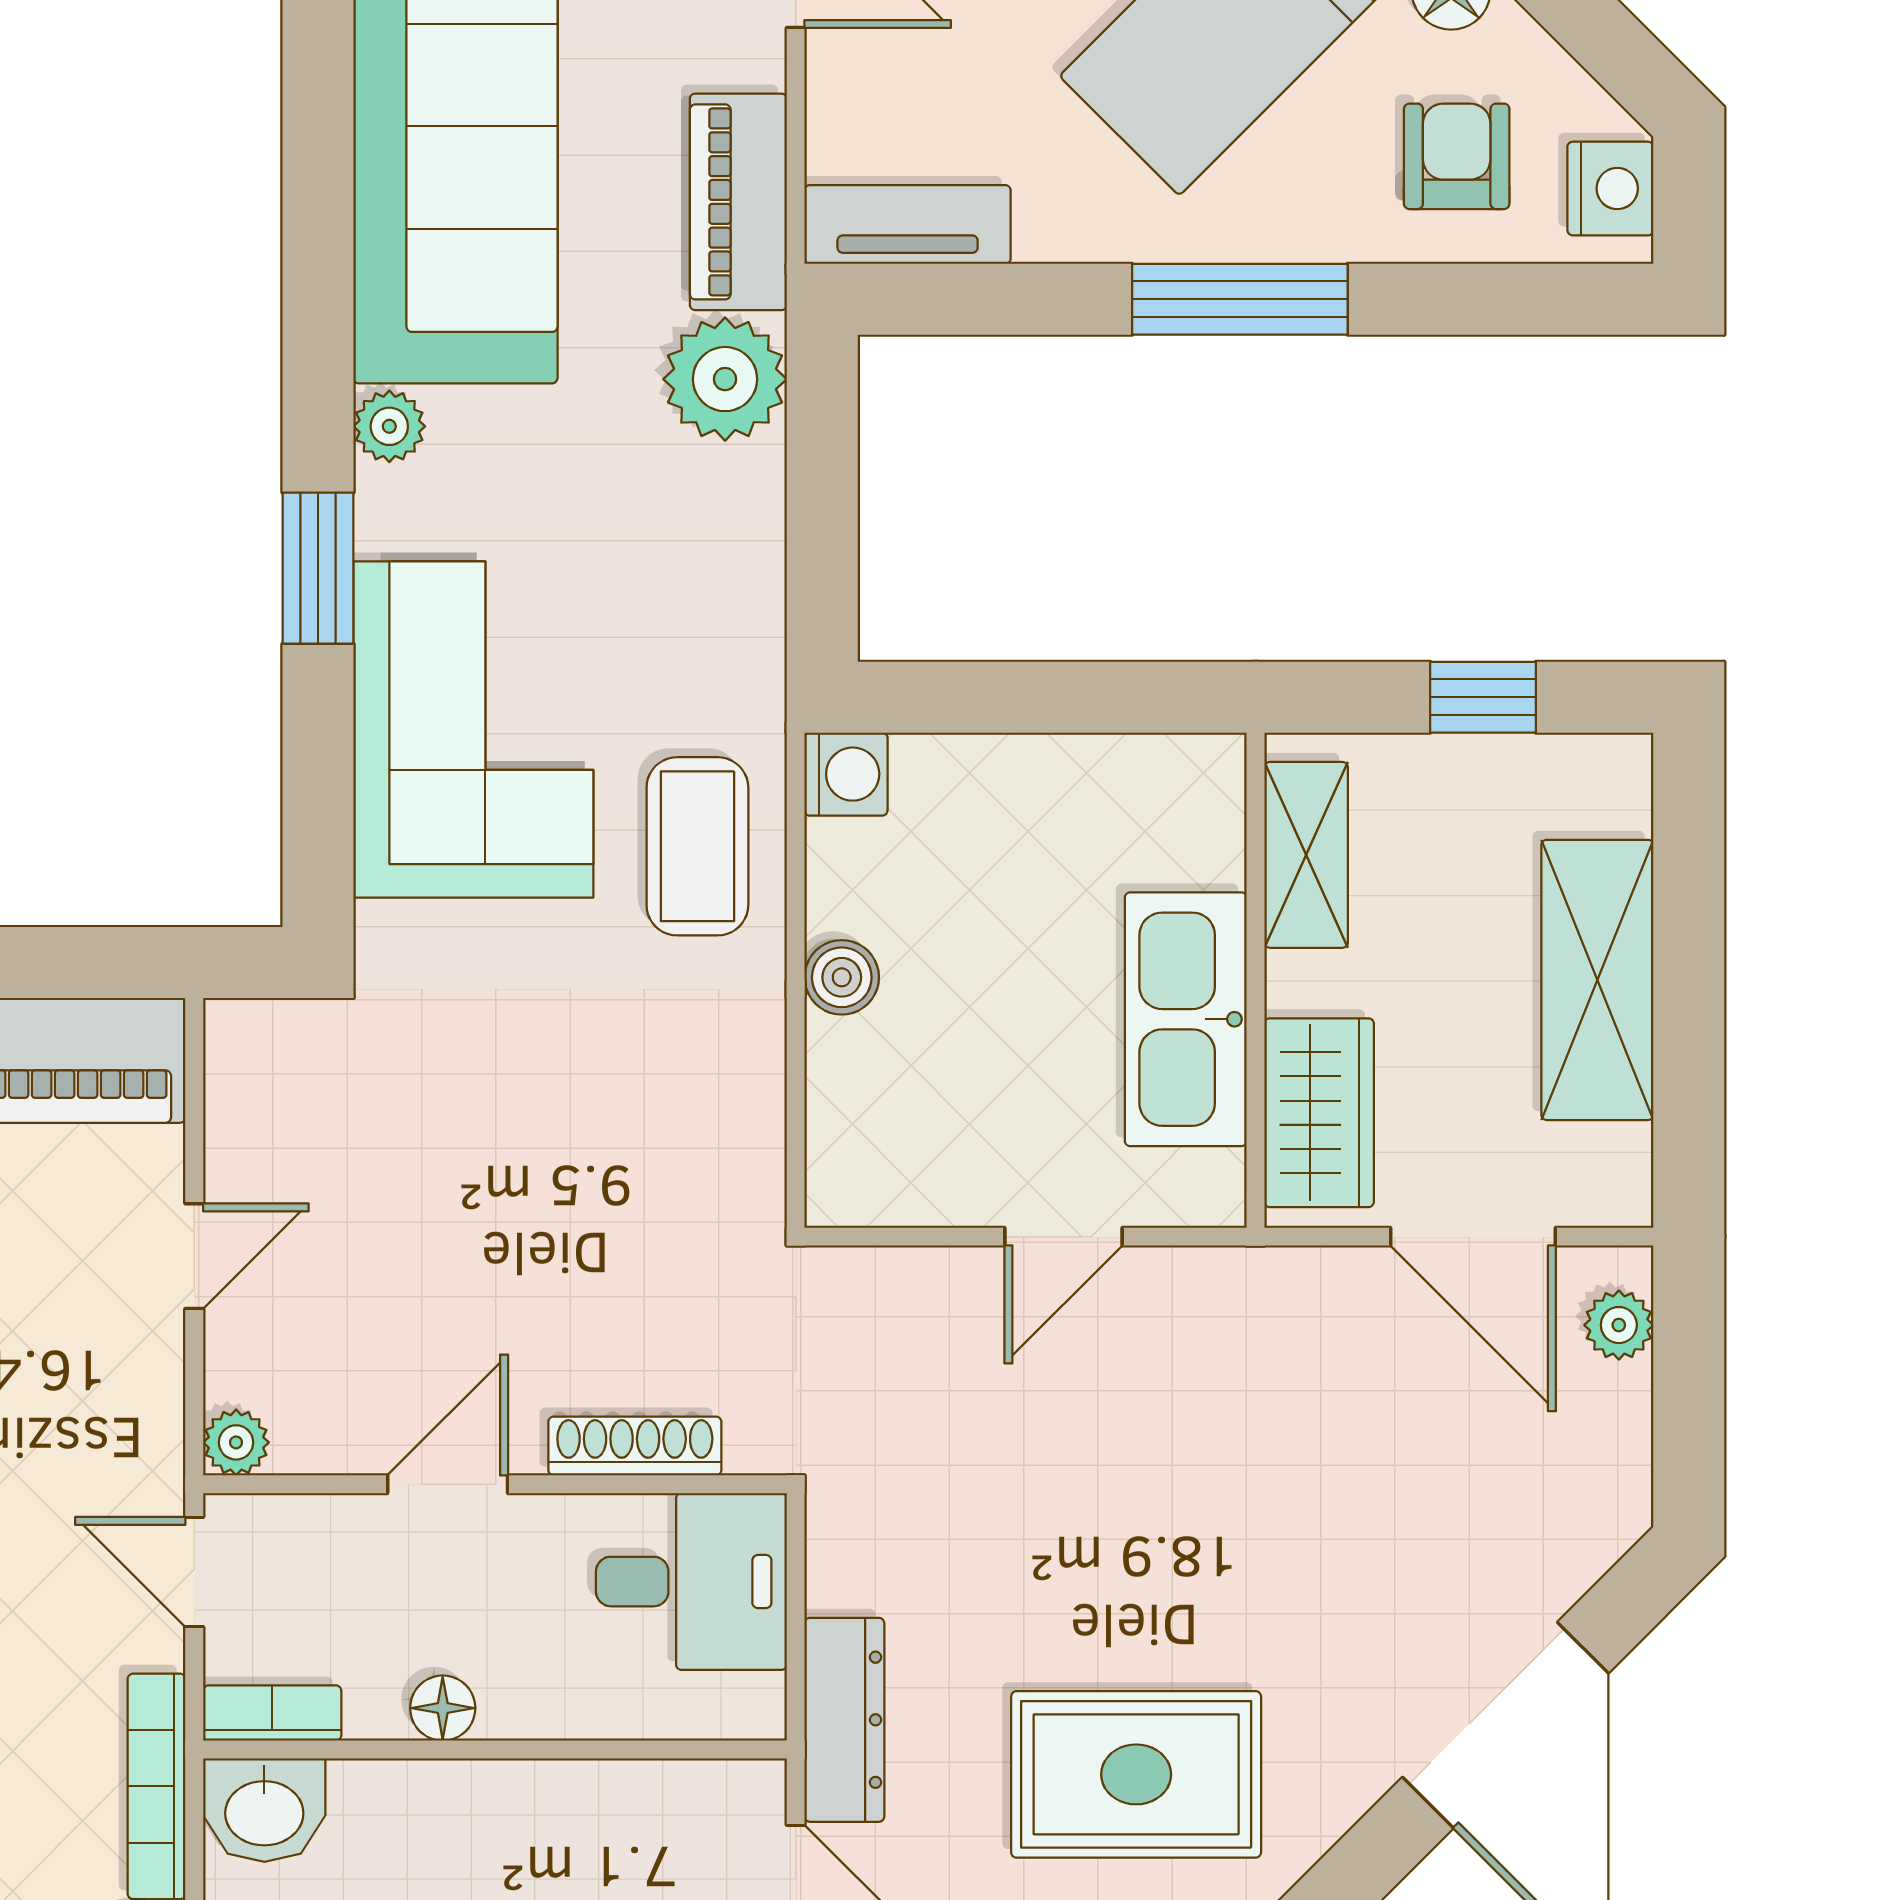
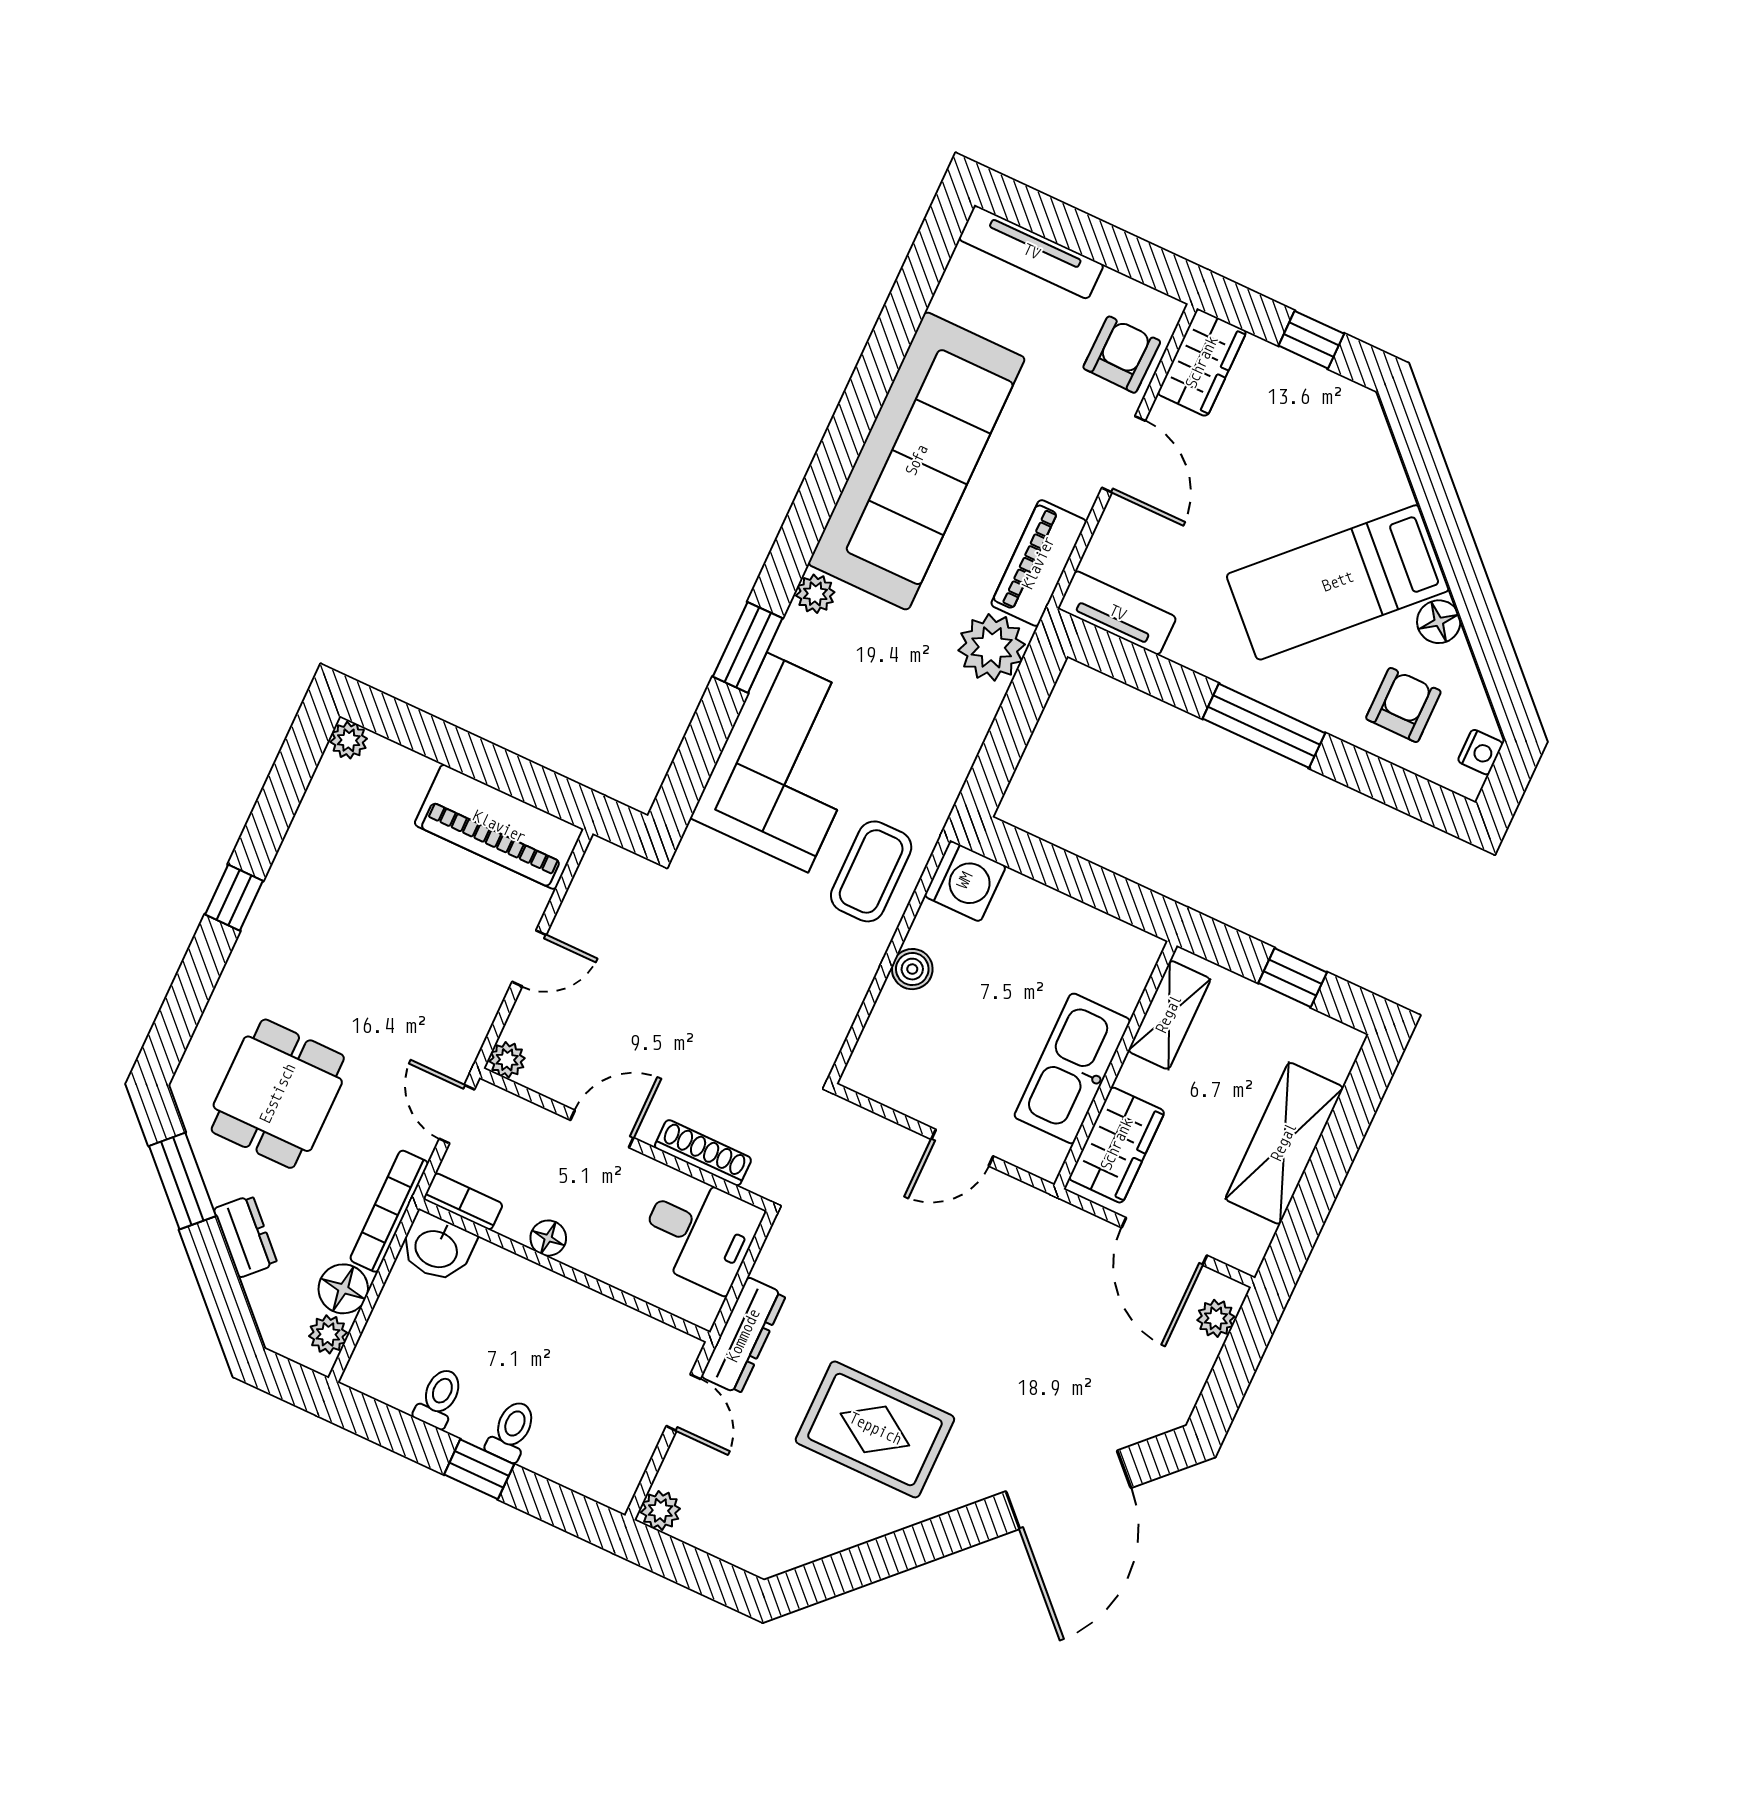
nightstand: (1610, 189) -> (1480, 752), width x0.72, depth x0.74
washing machine: (846, 774) -> (965, 881), width x1.38, depth x1.38

